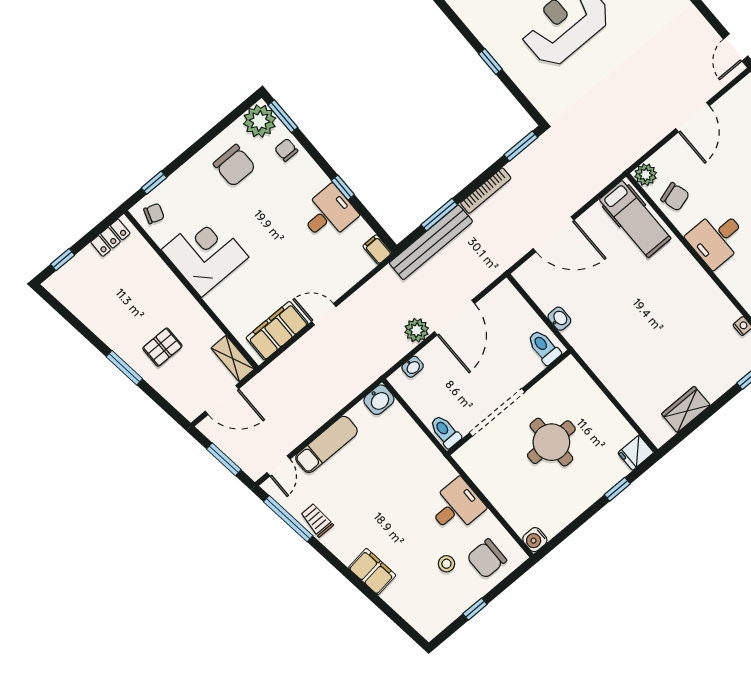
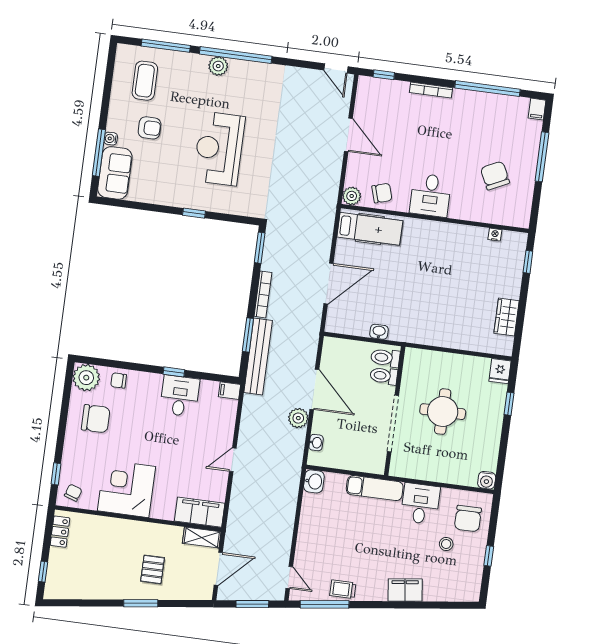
window: (283, 116) -> (98, 362), removed
filing cabinet: (277, 331) -> (200, 512), moved, turned 90
toilet: (445, 432) -> (384, 376), moved
exam couch: (326, 444) -> (375, 488), moved, turned 90

